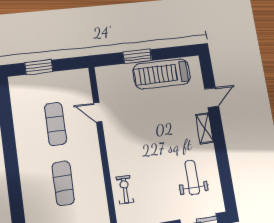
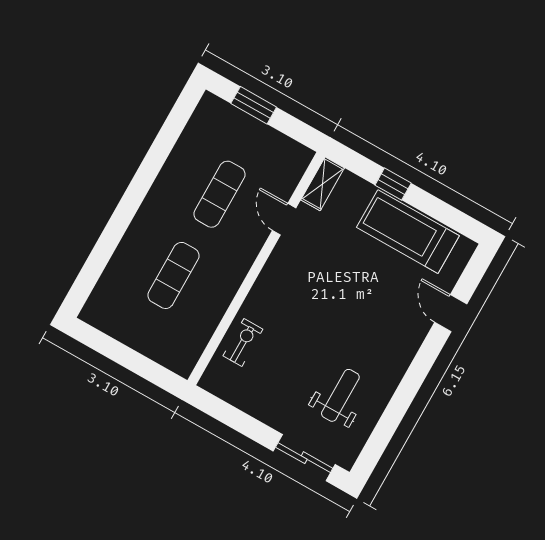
window: (137, 56) -> (393, 184), width x0.67
door: (212, 98) -> (451, 313), swing flipped
shelving: (205, 128) -> (323, 184), moved

